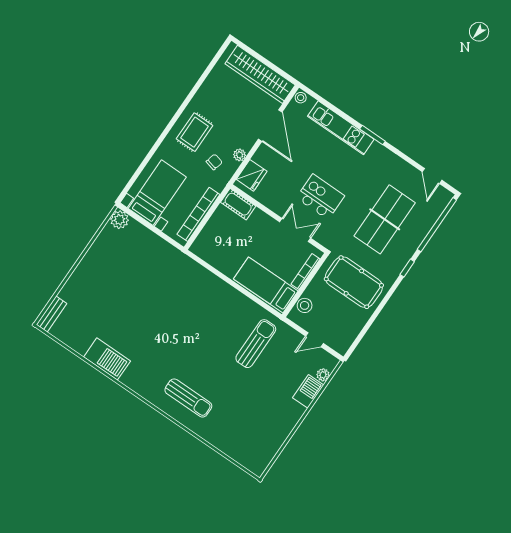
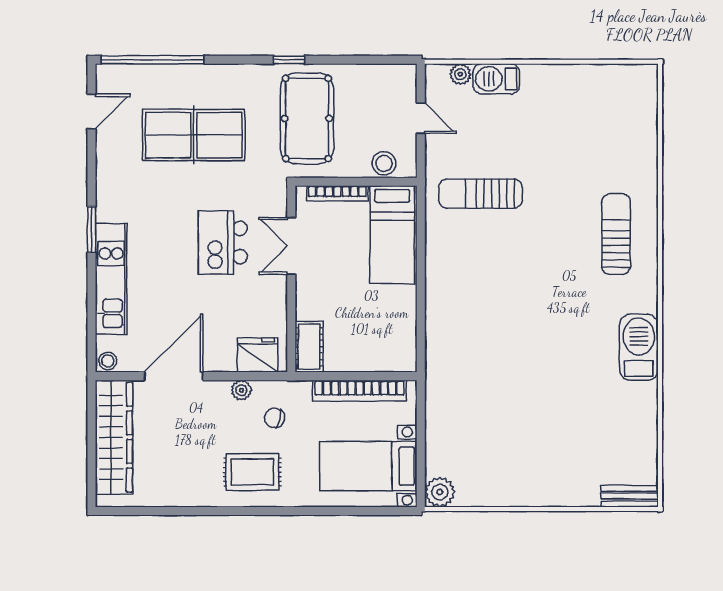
window: (407, 268) -> (289, 60), moved
barbecue: (107, 359) -> (639, 347), moved

